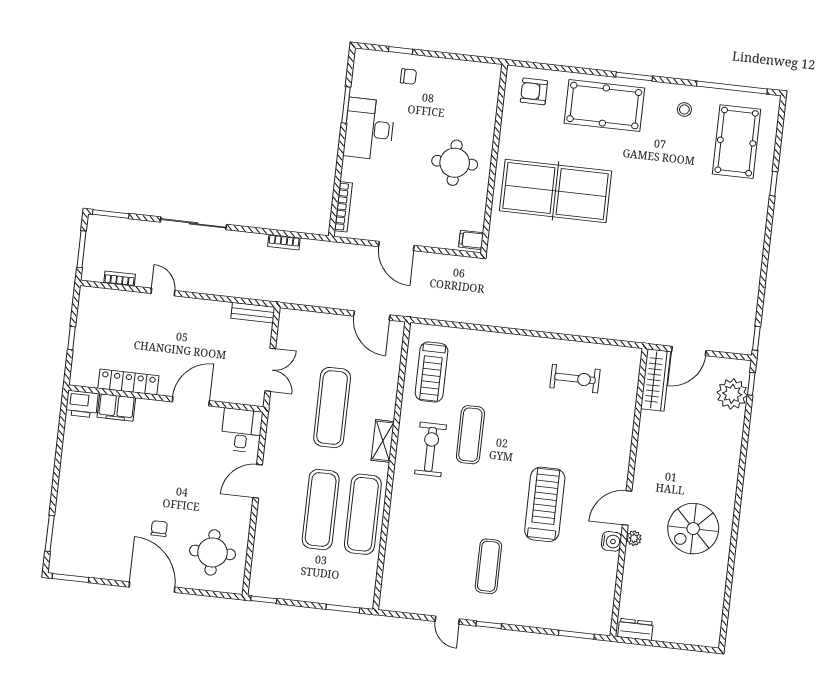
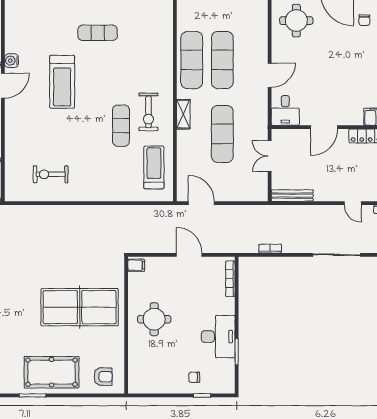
bench: (253, 313) -> (292, 196), width x1.36
chair: (159, 529) -> (364, 20), moved
exercise mat: (488, 566) -> (98, 33), turned 90

